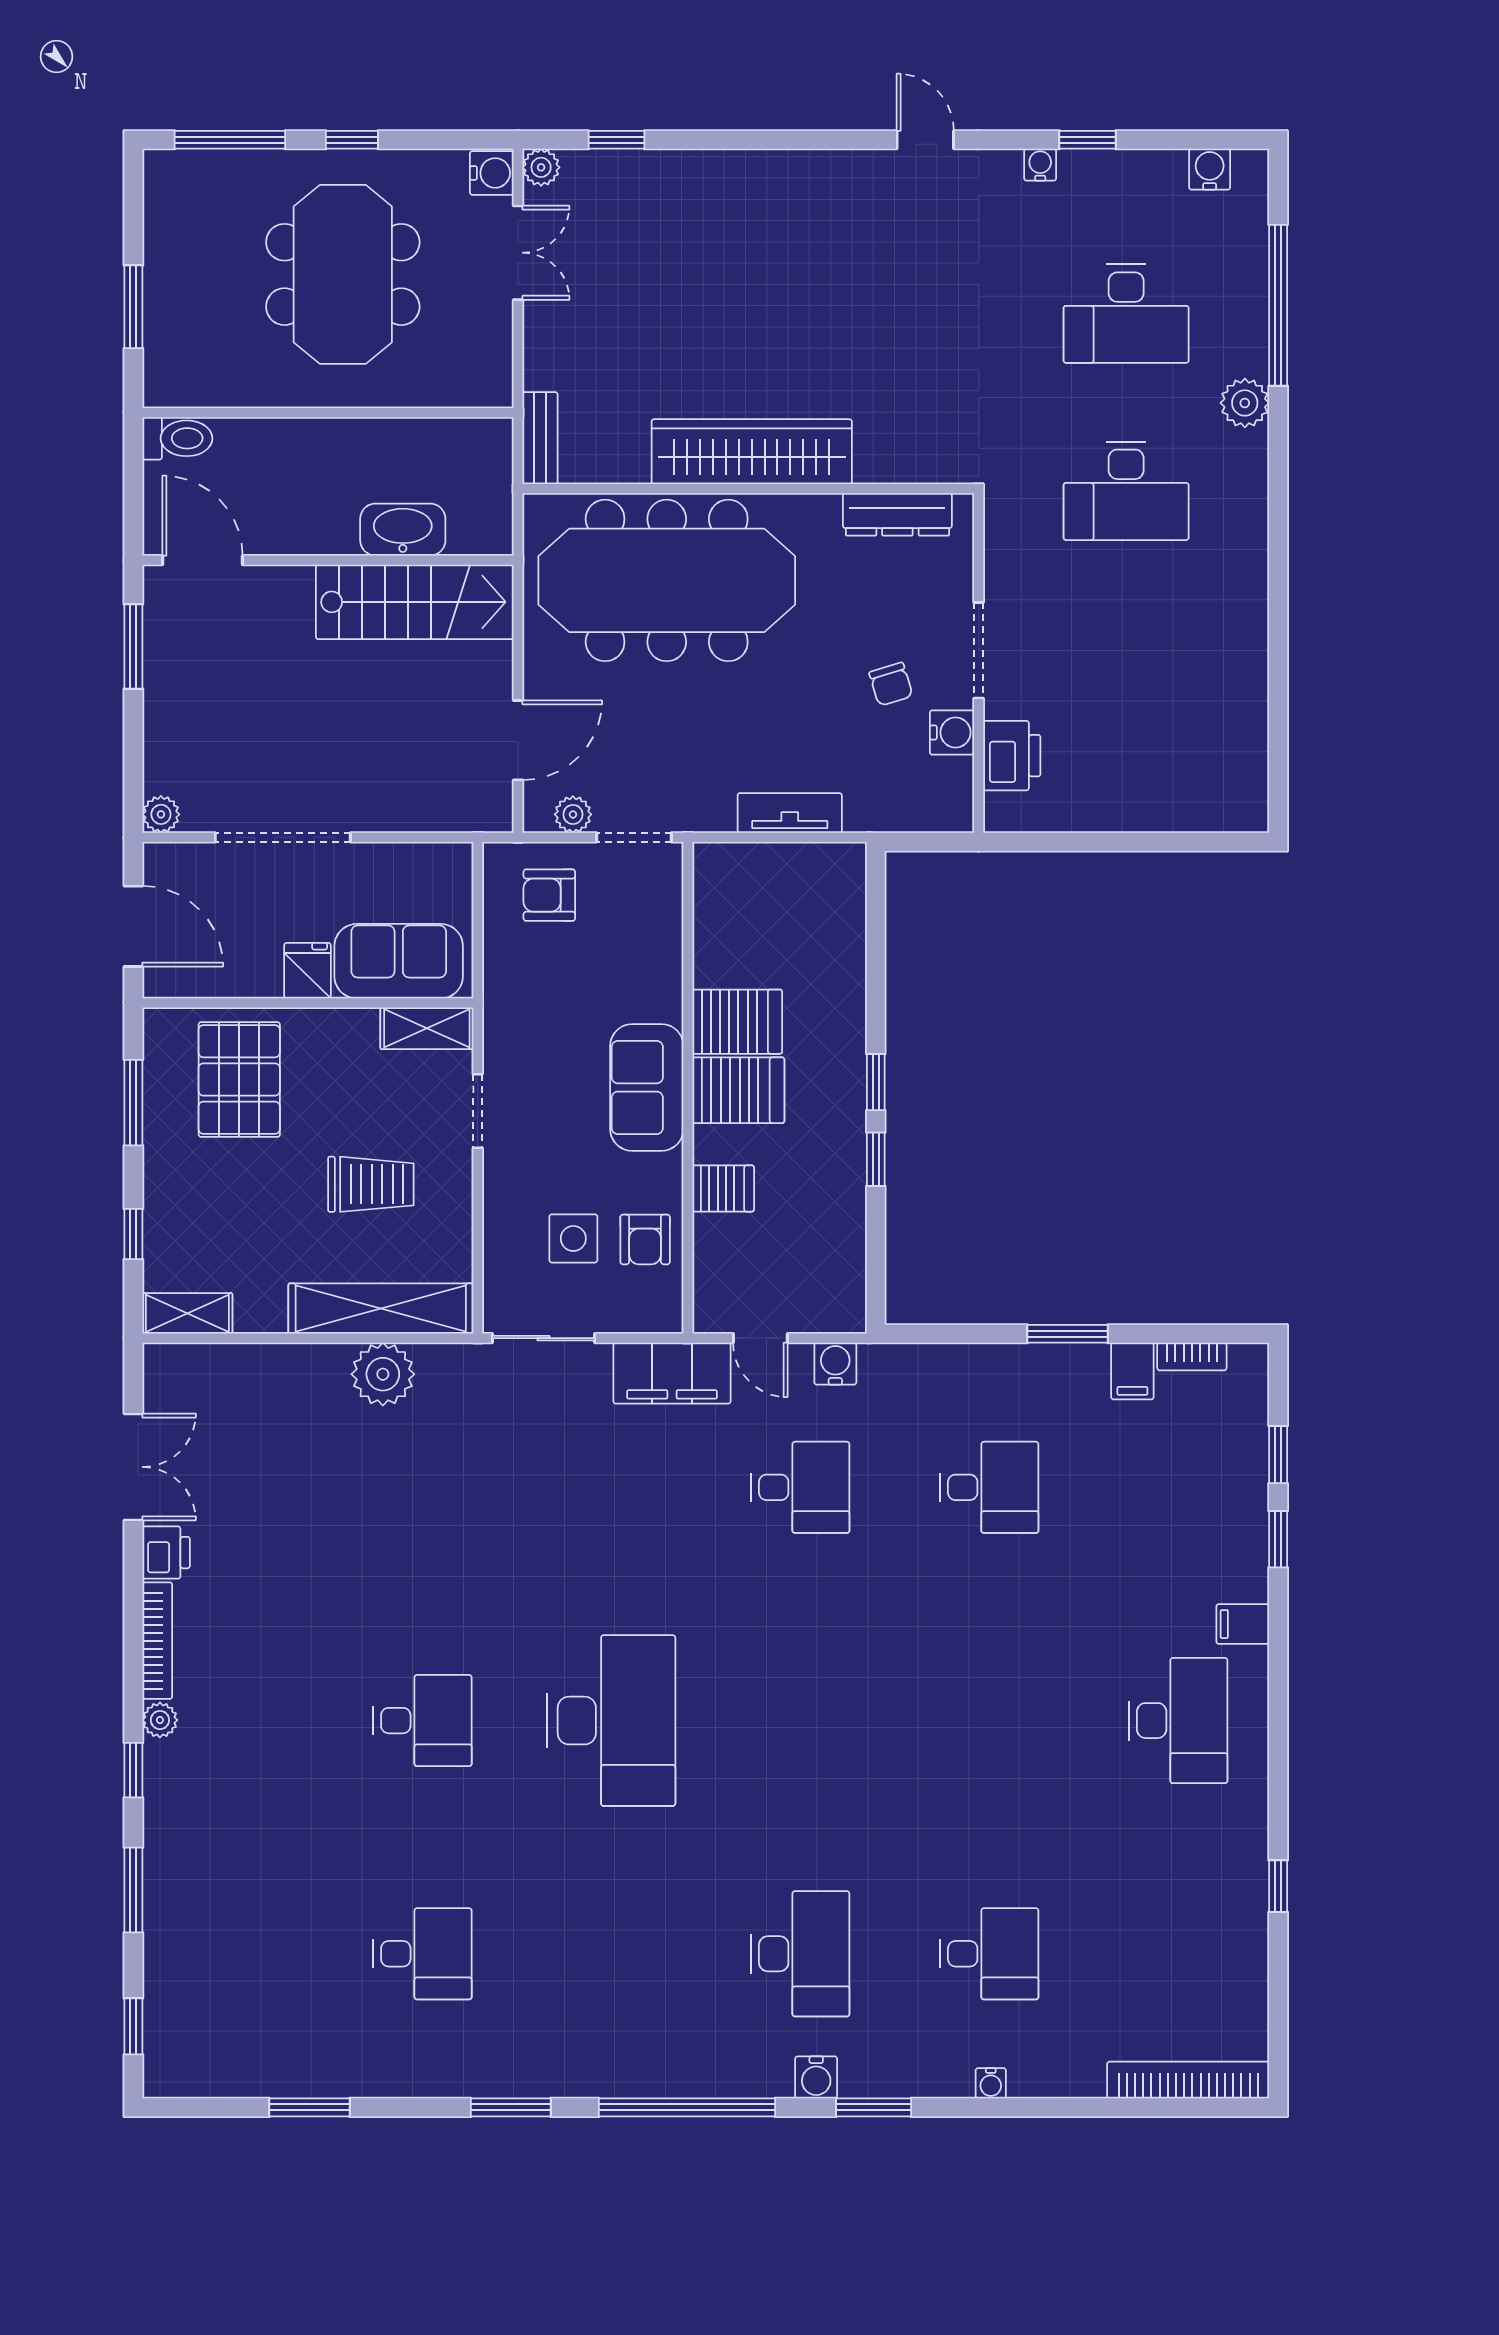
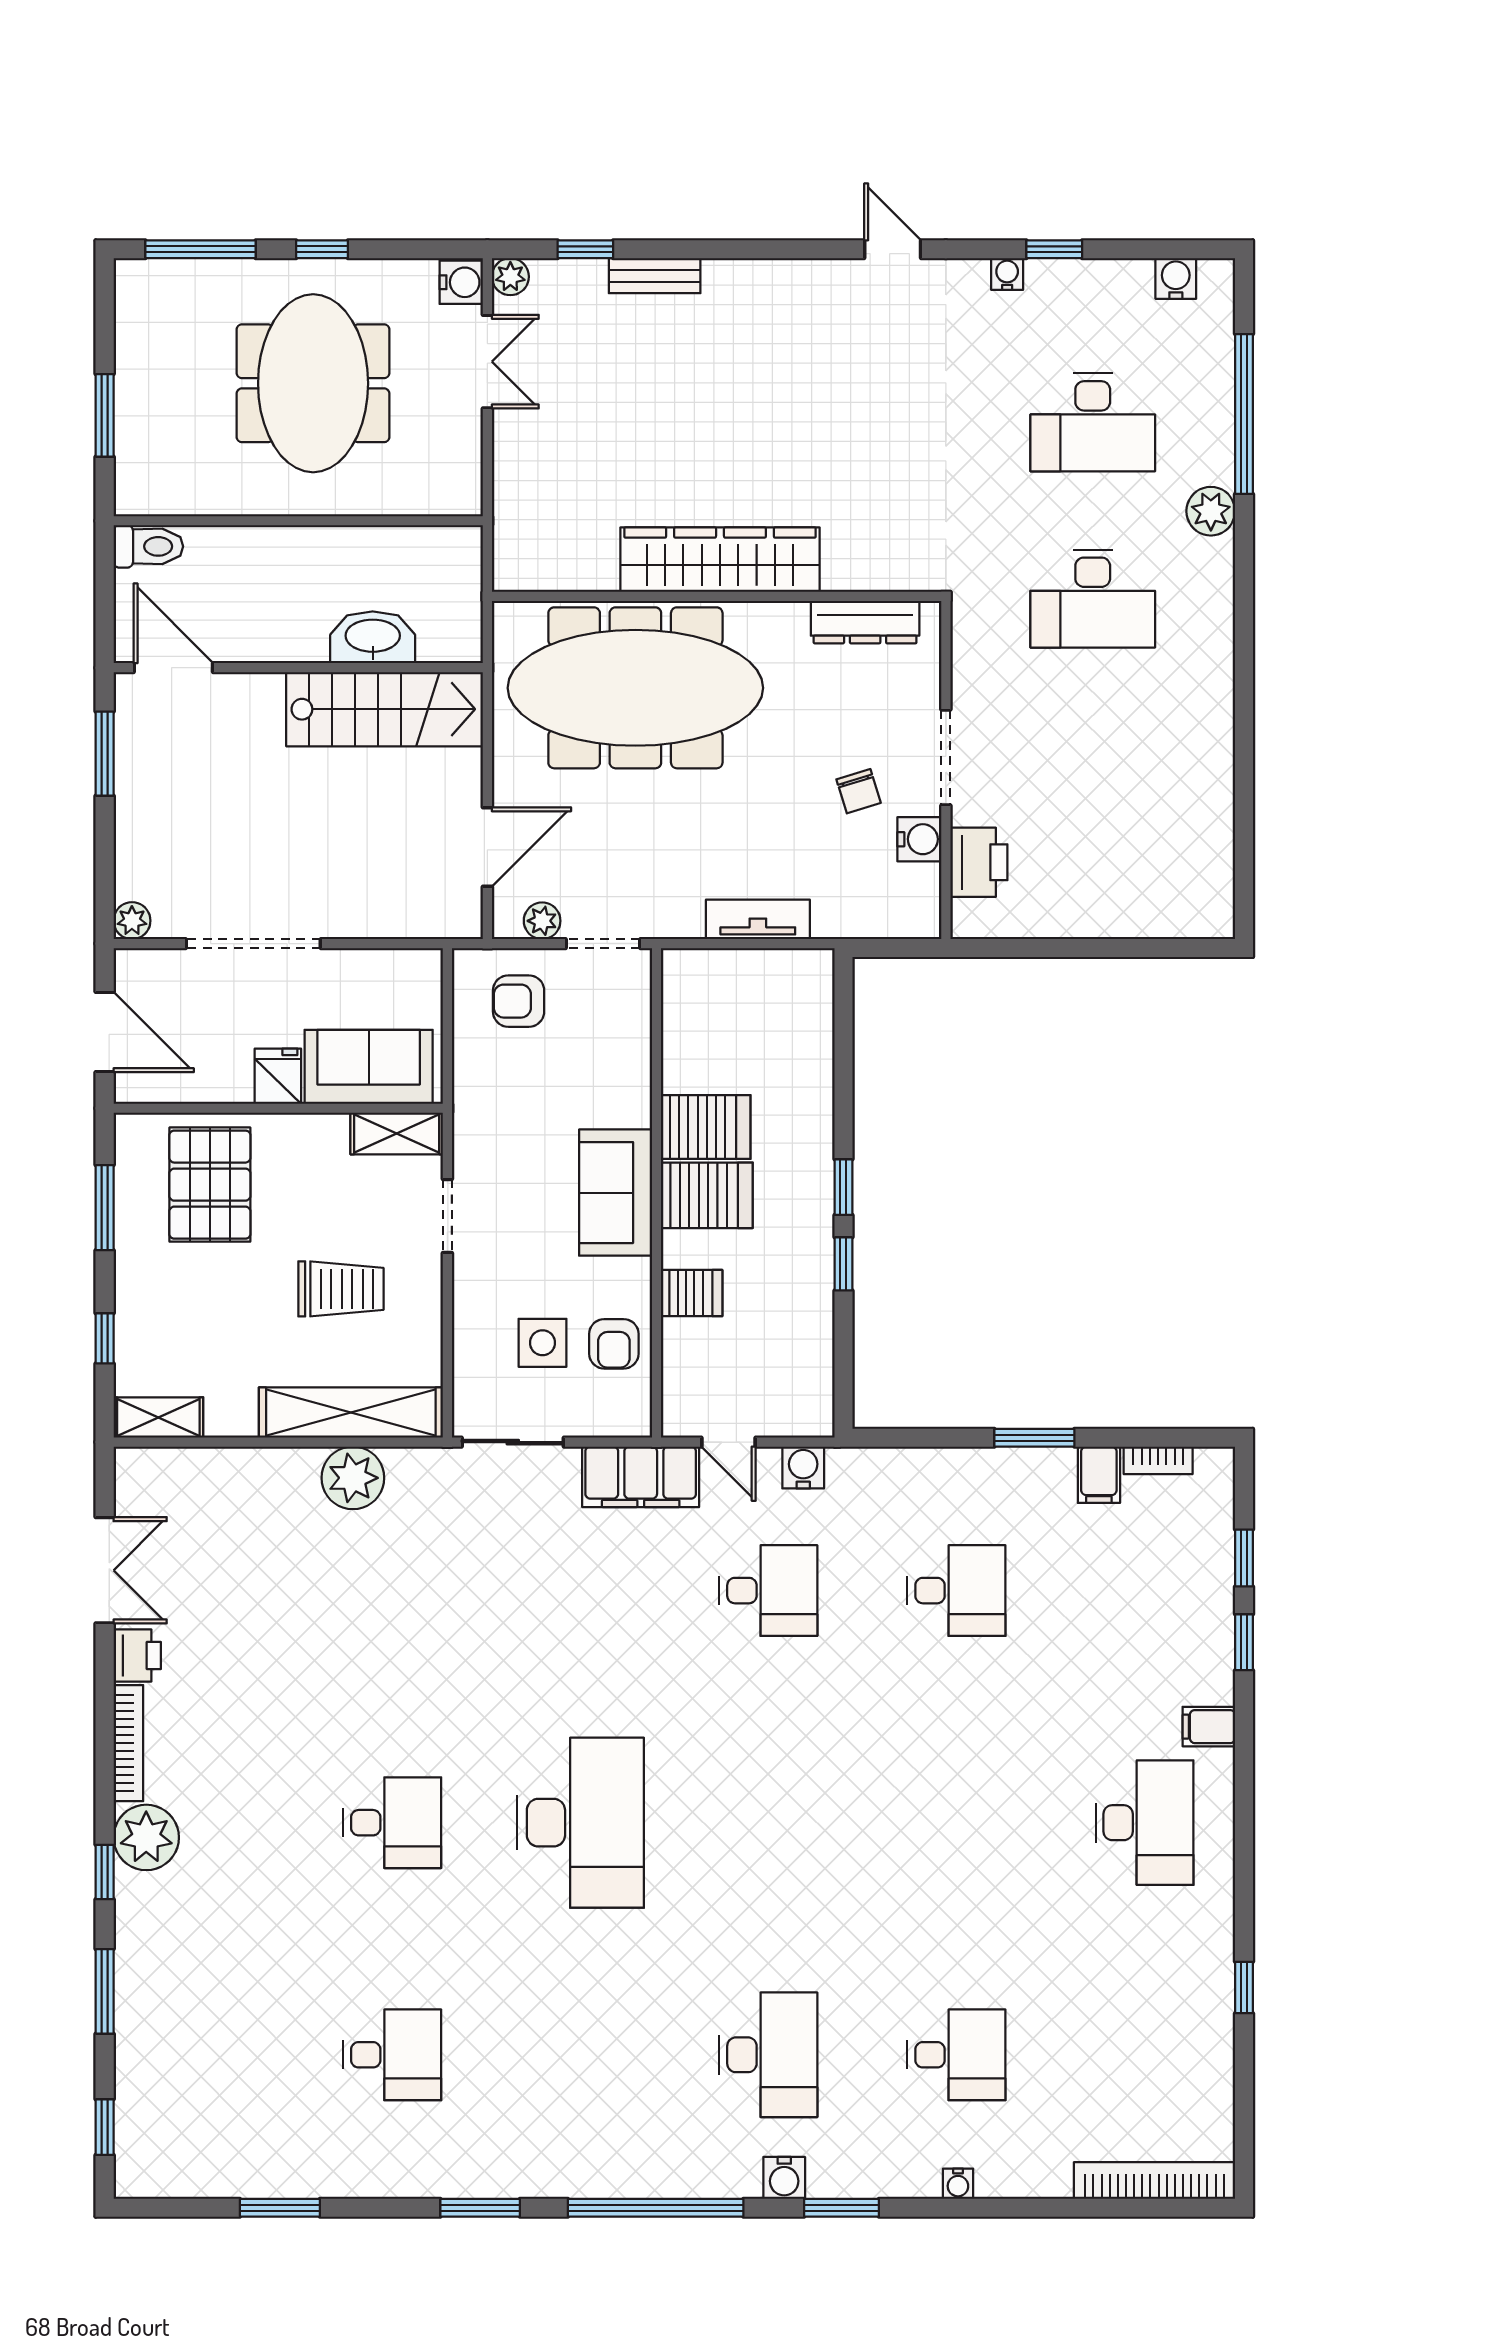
bench: (540, 438) -> (655, 276), moved, turned 90
plant: (160, 1720) -> (146, 1837), width x1.88, depth x1.88

